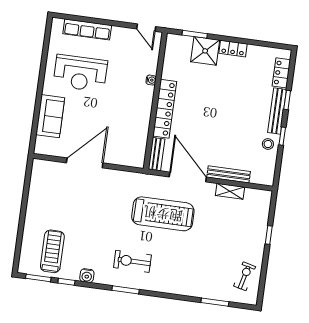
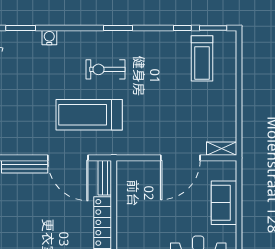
shelving: (230, 191) -> (222, 149), moved
exercise bike: (132, 261) -> (105, 69), moved, turned 180
water cooler: (87, 276) -> (49, 38), moved

